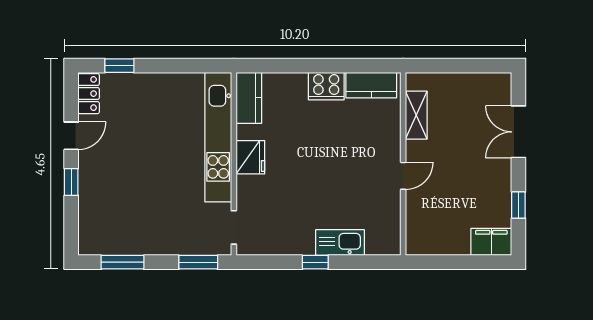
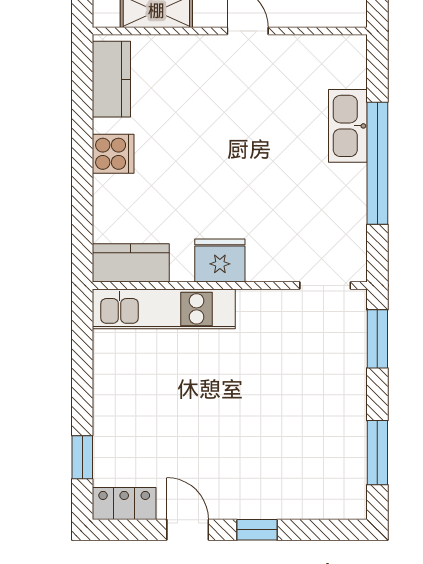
cooker: (326, 86) -> (113, 154), width x0.73
kitchen unit: (218, 137) -> (164, 309), width x0.73
window: (315, 262) -> (377, 163), width x3.17

